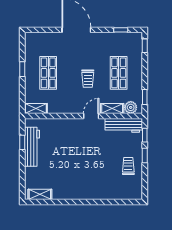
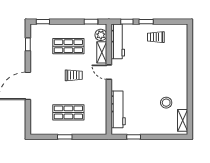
shelving: (36, 108) -> (102, 124), removed
workbench: (32, 147) -> (118, 109), moved, turned 90
stool: (59, 177) -> (166, 103), added

